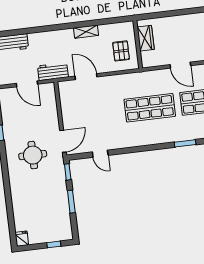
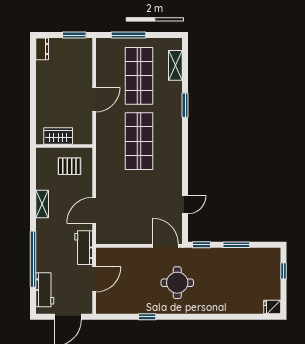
window: (38, 30) -> (33, 259), added

